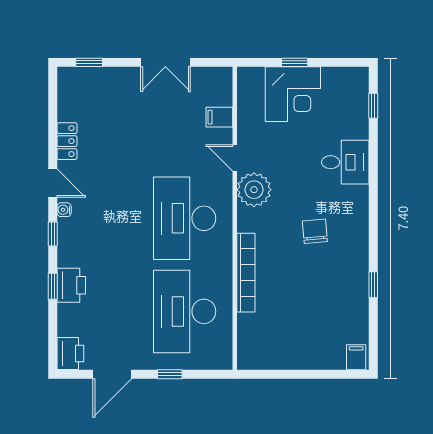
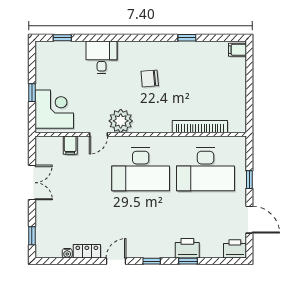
corner desk: (293, 94) -> (54, 109), moved
water cooler: (64, 210) -> (67, 253), moved
bookcase: (246, 273) -> (200, 127), moved

